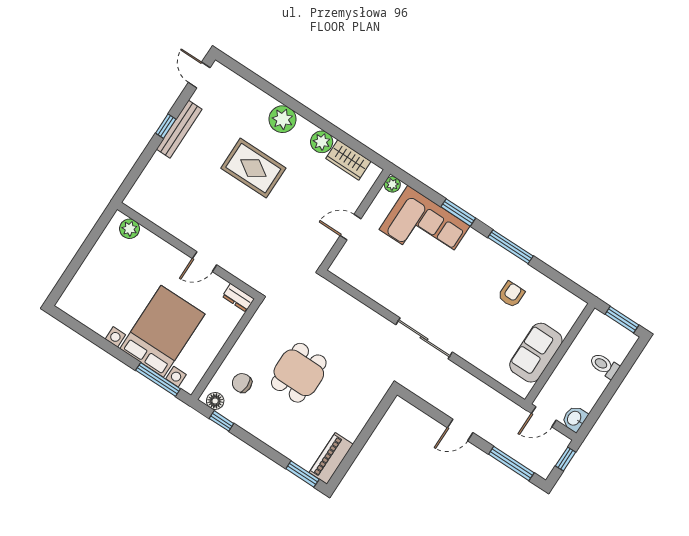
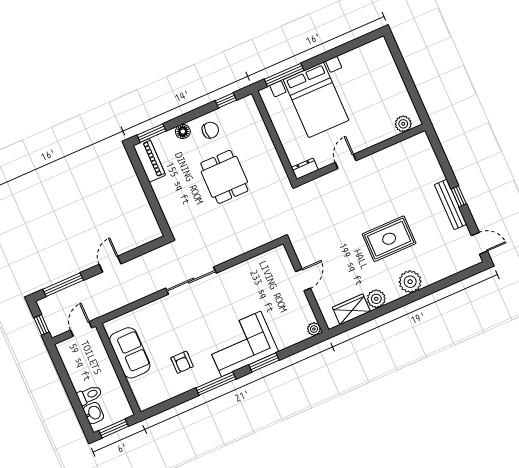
corner sofa: (424, 228) -> (241, 344), moved
chair: (242, 383) -> (210, 130), moved
floor lamp: (215, 401) -> (183, 131), moved
washbasin: (575, 419) -> (93, 413), moved

